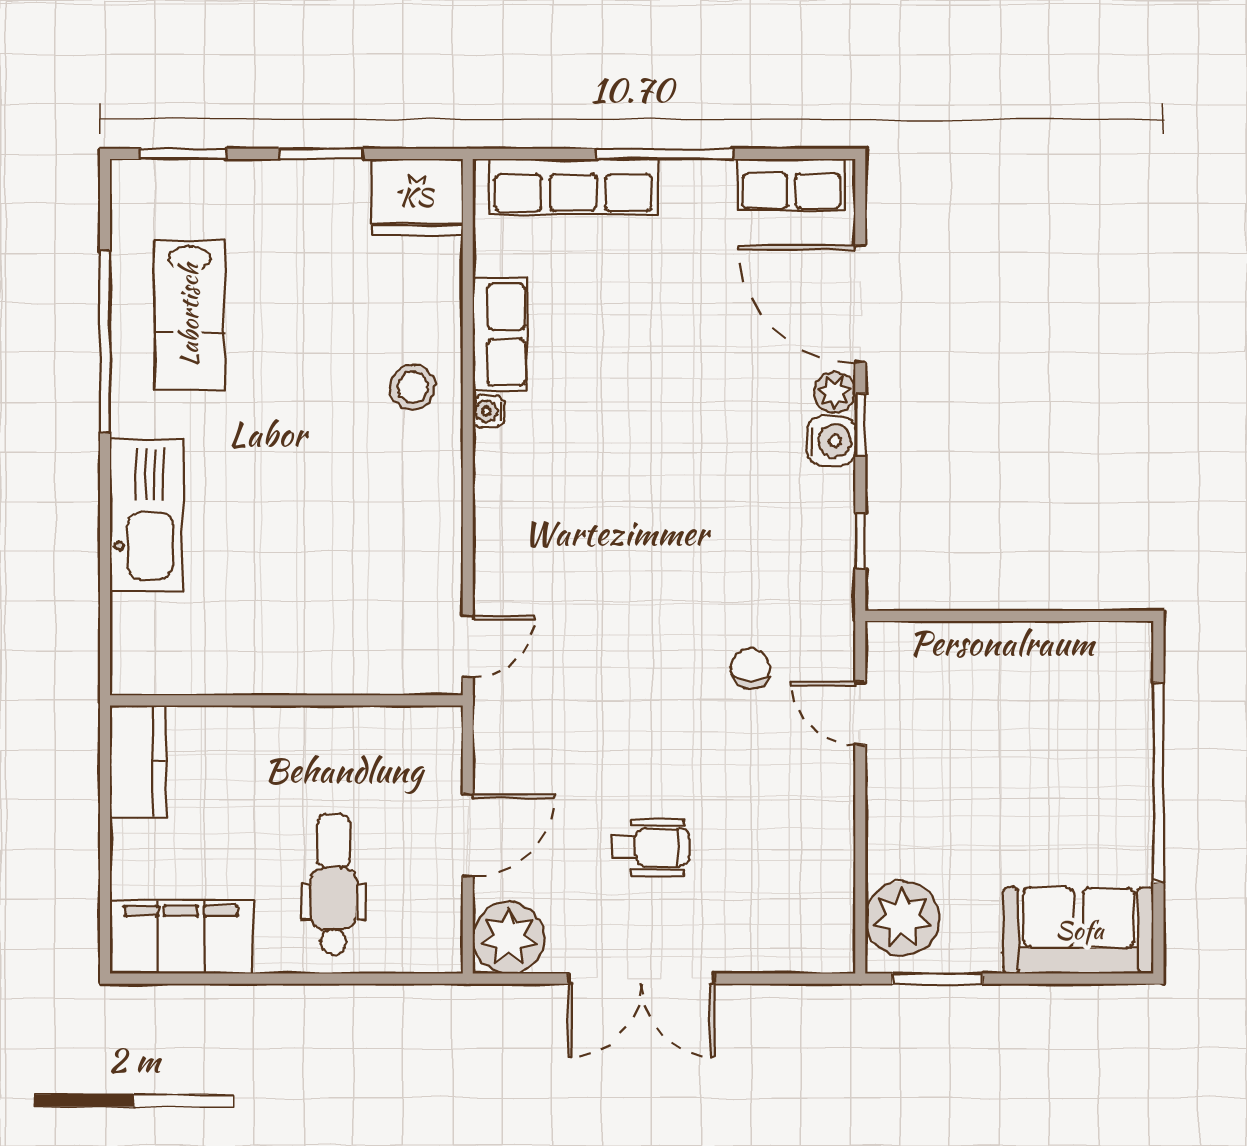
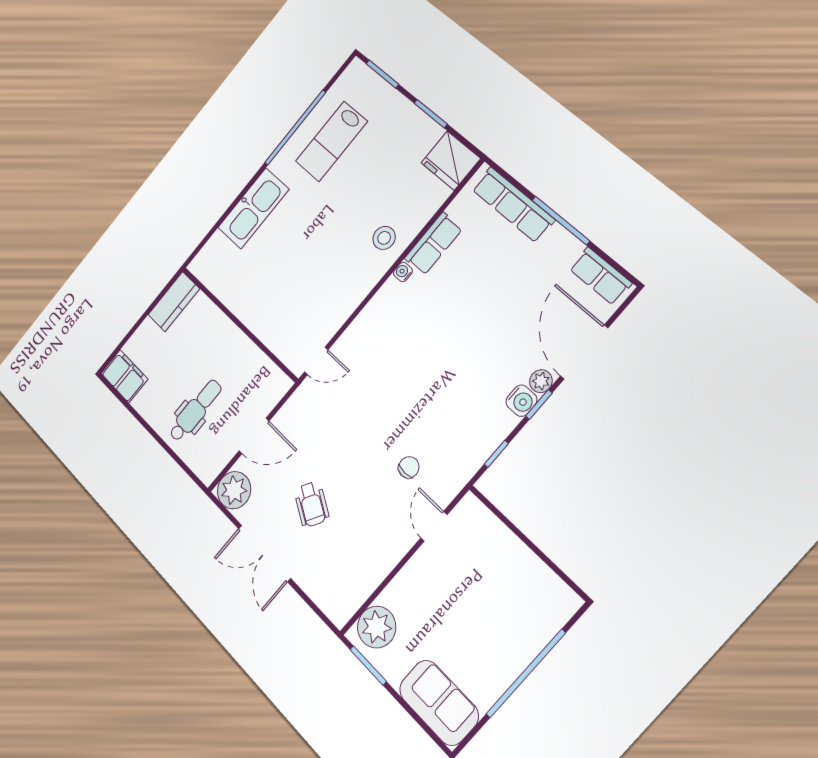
wheelchair: (651, 847) -> (312, 504), turned 30
filing cabinet: (181, 937) -> (124, 376), width x0.67, depth x0.86

